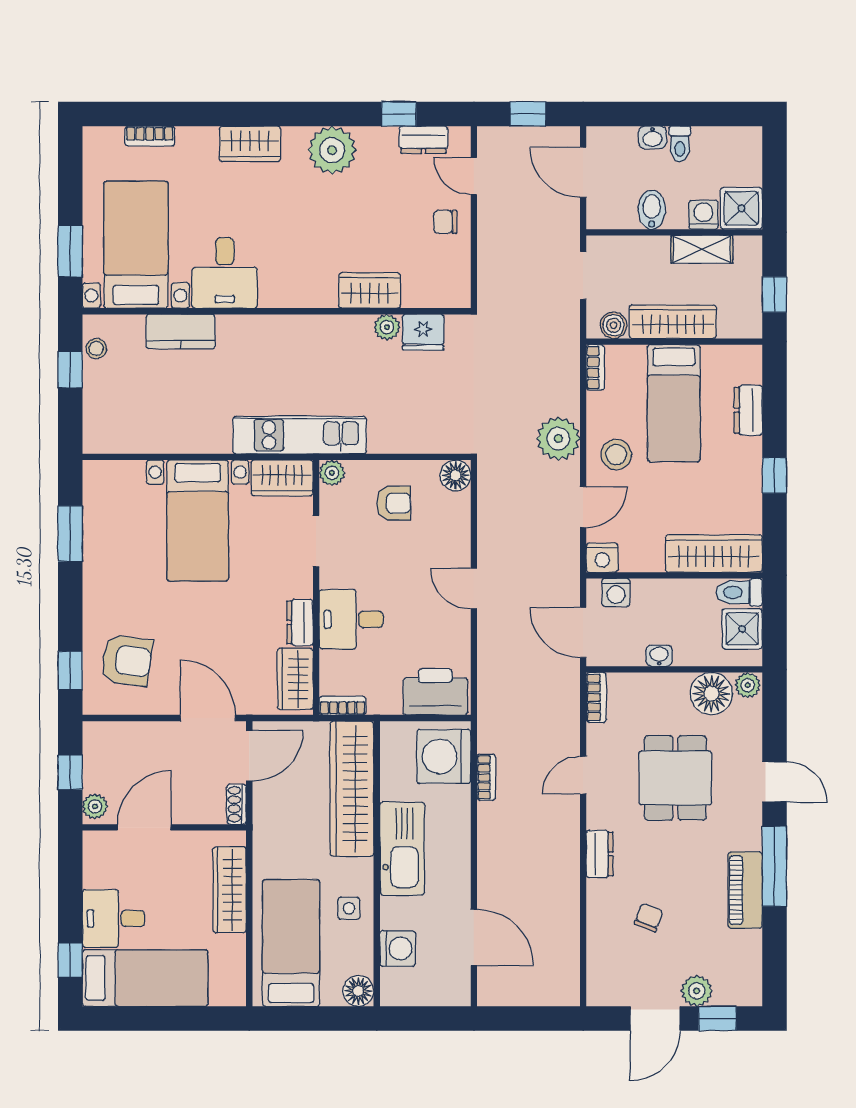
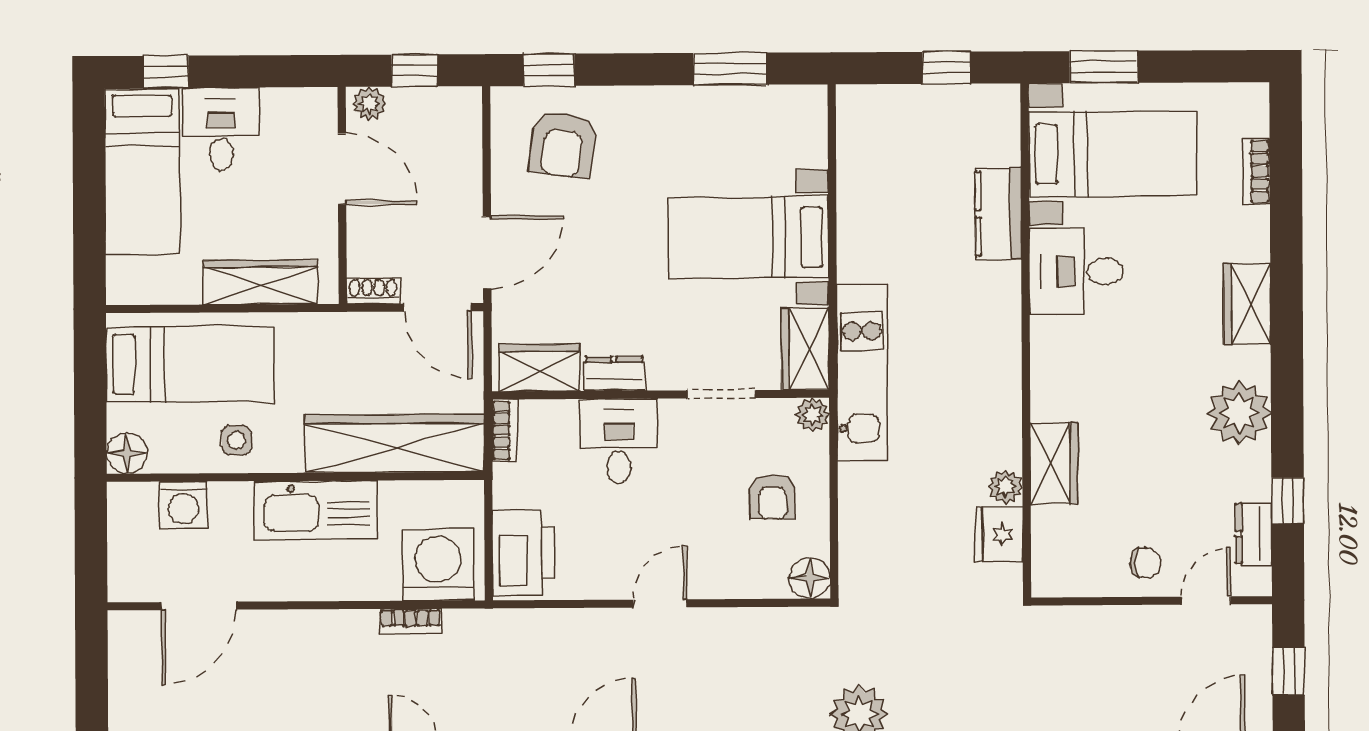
chair: (445, 222) -> (1145, 563), turned 90
stool: (96, 348) -> (975, 102), removed

